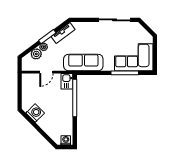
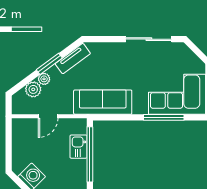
kitchen sink: (67, 81) -> (78, 147), moved

